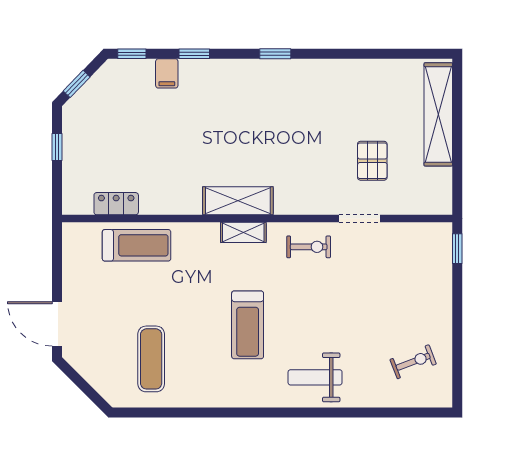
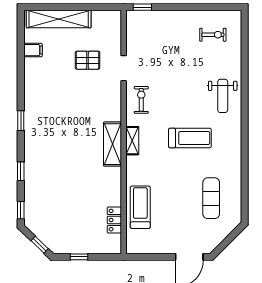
filing cabinet: (167, 73) -> (33, 50), moved
exercise mat: (151, 359) -> (211, 198), turned 90
exercise bike: (413, 362) -> (213, 35), turned 111

